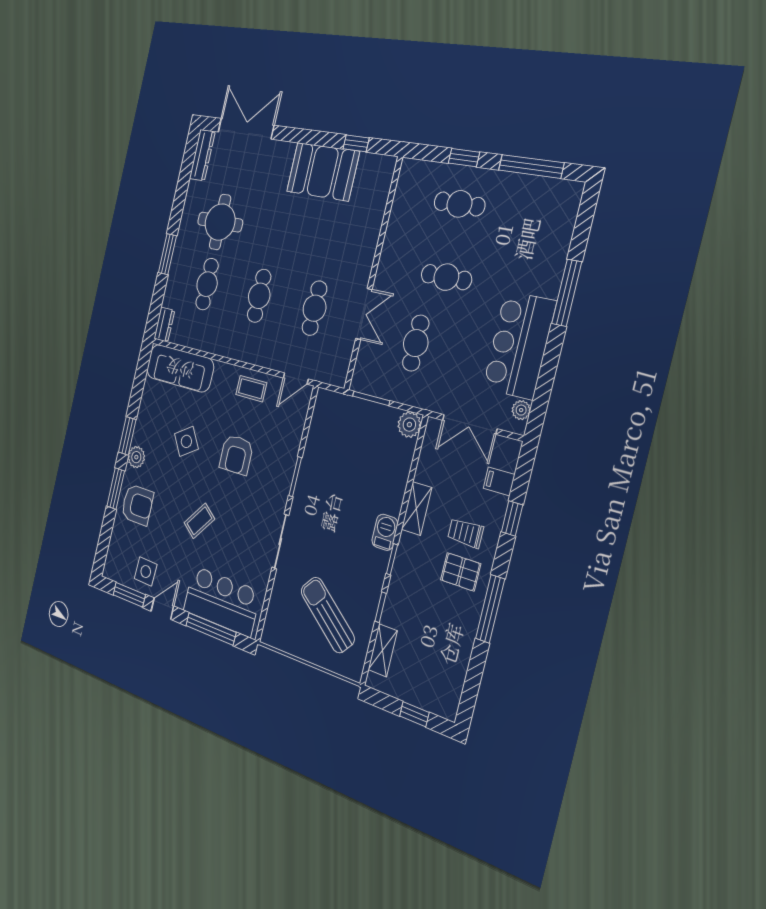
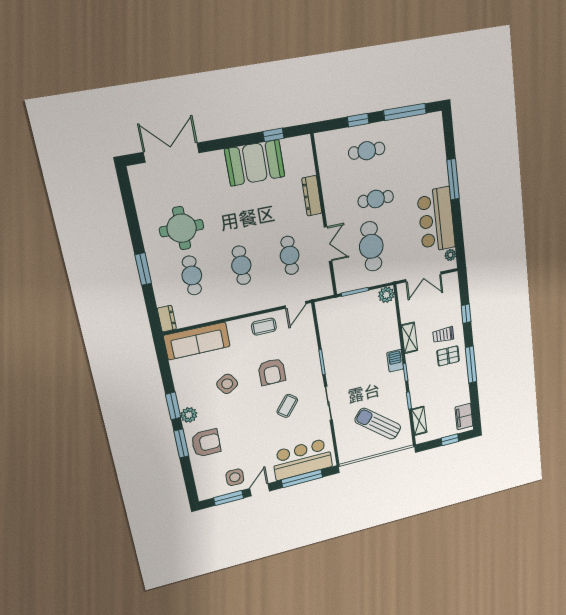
dresser: (202, 155) -> (312, 196), moved, turned 180
cafe table: (416, 343) -> (371, 246), width x1.37, depth x1.35
filing cabinet: (499, 481) -> (464, 417), moved, width x2.00
coffee table: (199, 521) -> (287, 406), moved

